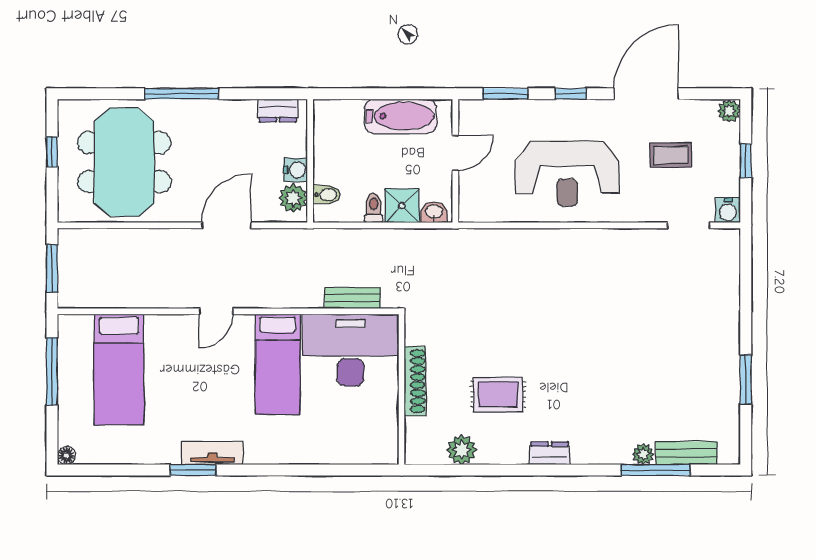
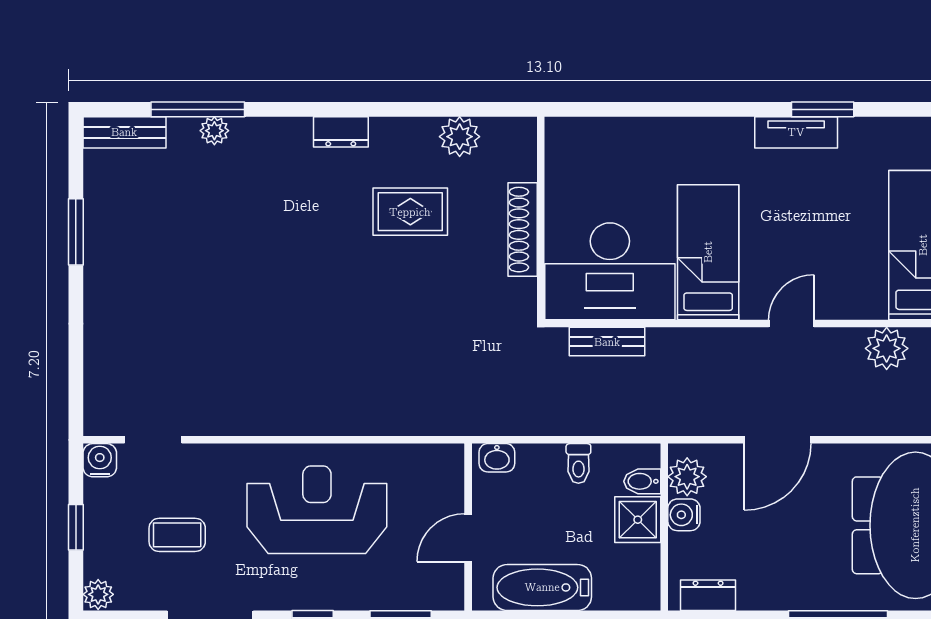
shower: (402, 206) -> (638, 520), moved
plant: (146, 293) -> (887, 348), added
bench: (686, 453) -> (124, 132), moved

